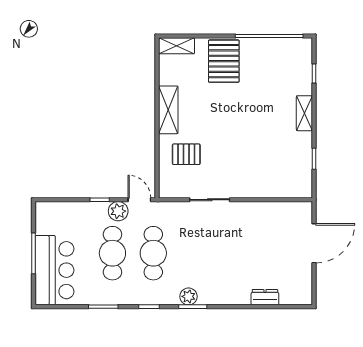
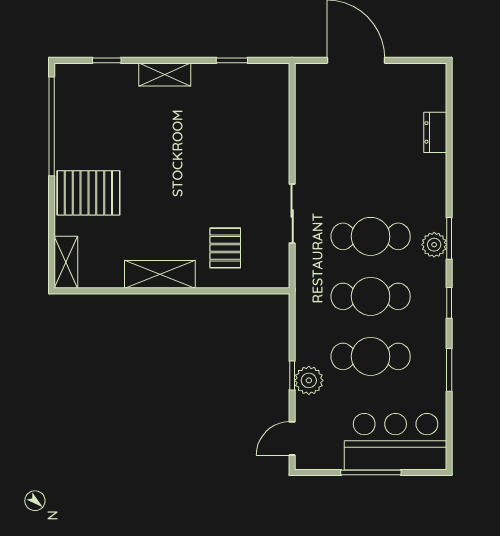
door: (139, 200) -> (292, 438), moved
plant: (118, 211) -> (309, 380), moved
cafe table: (194, 253) -> (371, 236), added

